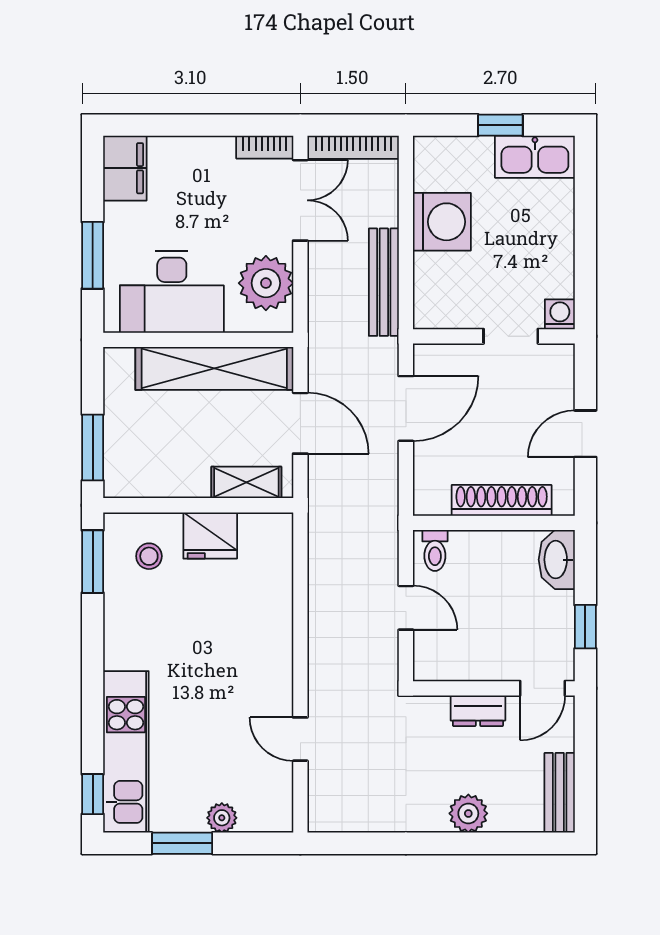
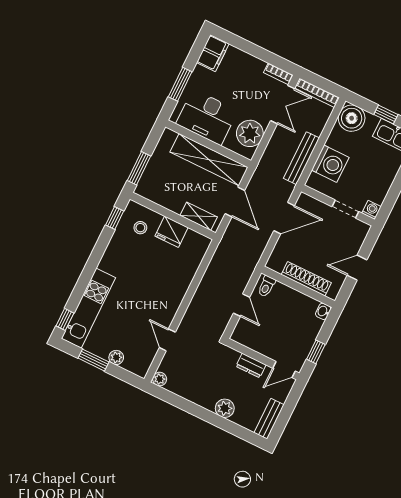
boiler: (440, 163) -> (352, 118), added
washing machine: (442, 222) -> (330, 164), moved
washbasin: (557, 560) -> (323, 311), width x0.52, depth x0.69
window: (93, 562) -> (115, 218), width x0.67
plant: (322, 818) -> (160, 379), added

